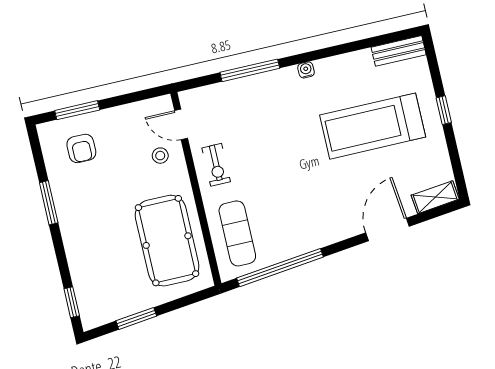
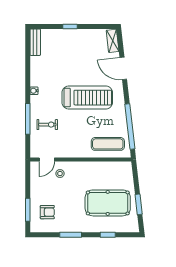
treadmill: (373, 126) -> (87, 98), moved, turned -90
exercise bike: (216, 165) -> (47, 125), moved
pool table: (167, 241) -> (108, 203), moved
window: (72, 302) -> (108, 235), moved

